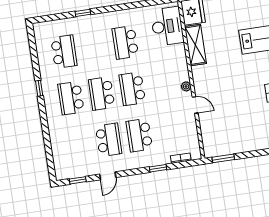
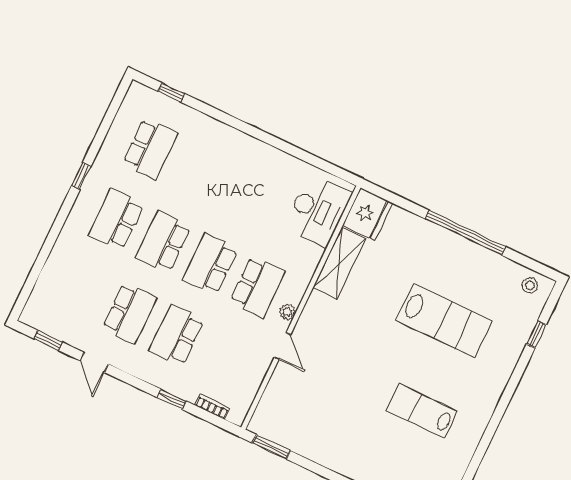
window: (83, 13) -> (171, 93), moved
school desk: (125, 42) -> (257, 287), moved, turned 180
door: (108, 176) -> (94, 362), hinge flipped

